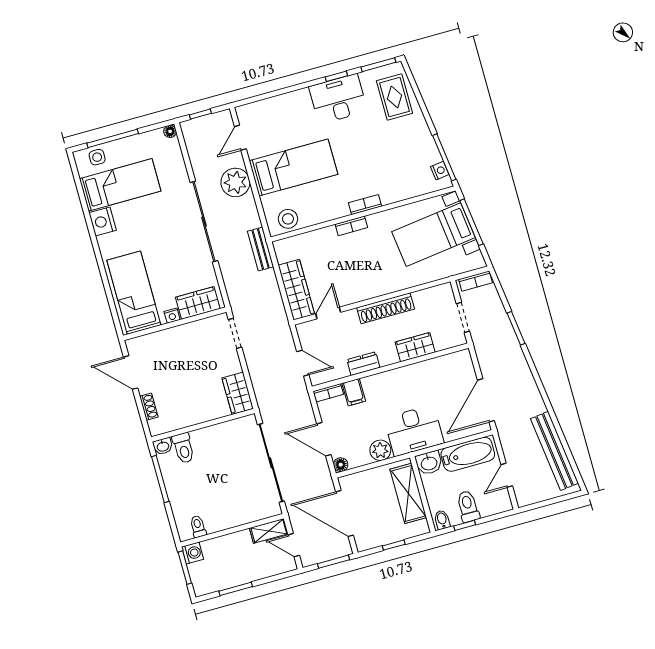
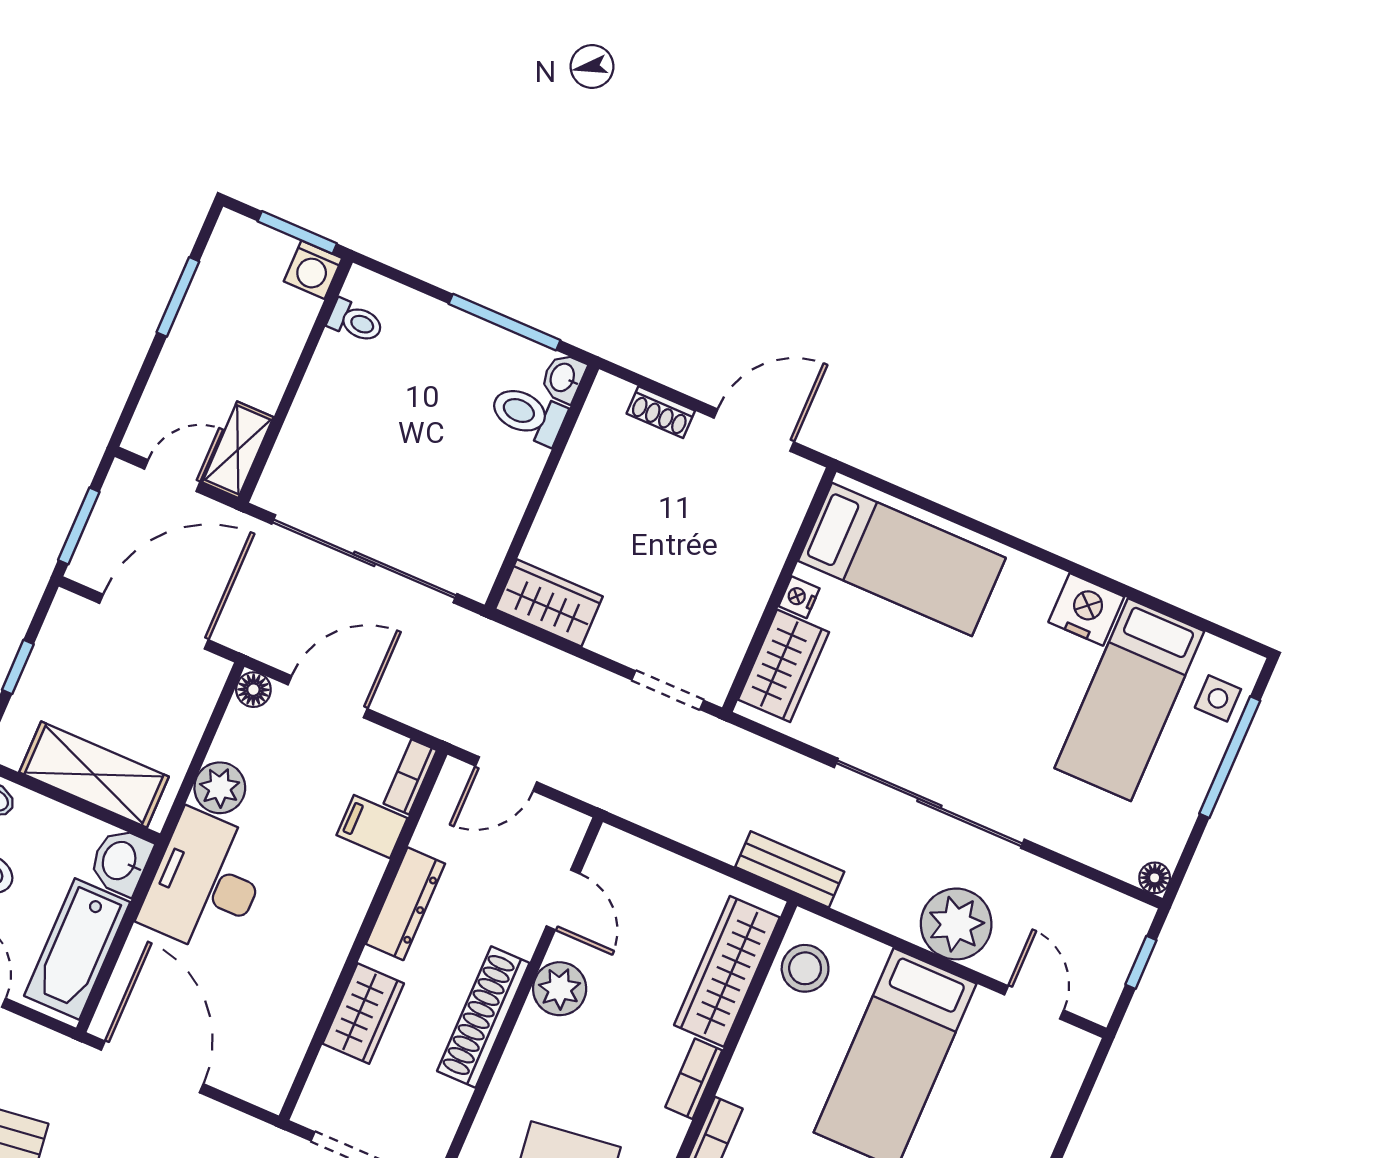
wardrobe: (296, 290) -> (727, 971), moved, turned 90
plant: (357, 291) -> (560, 989), added
dresser: (363, 364) -> (405, 904), width x1.44

